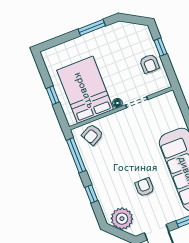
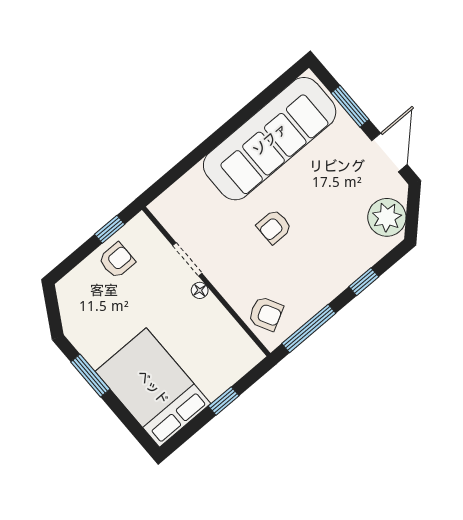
window: (160, 47) -> (110, 229), moved
bed: (85, 90) -> (153, 387), moved, turned 90
armchair: (145, 187) -> (274, 227), moved

